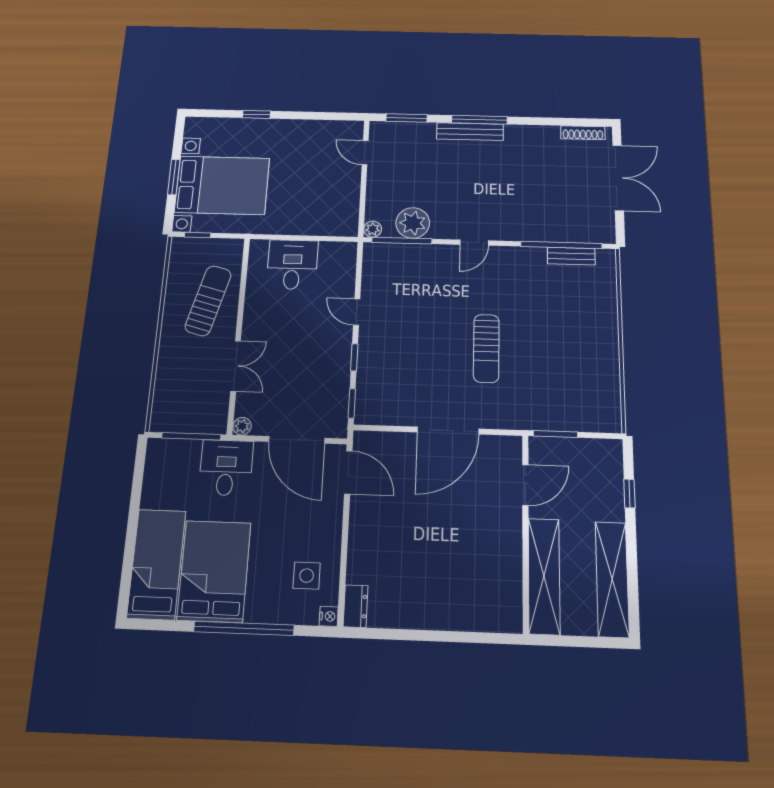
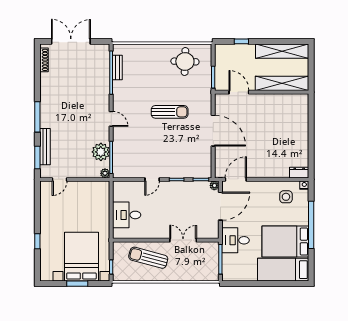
bench: (470, 132) -> (45, 147), moved
round table: (586, 380) -> (185, 61), added
plant: (242, 426) -> (214, 185), moved

